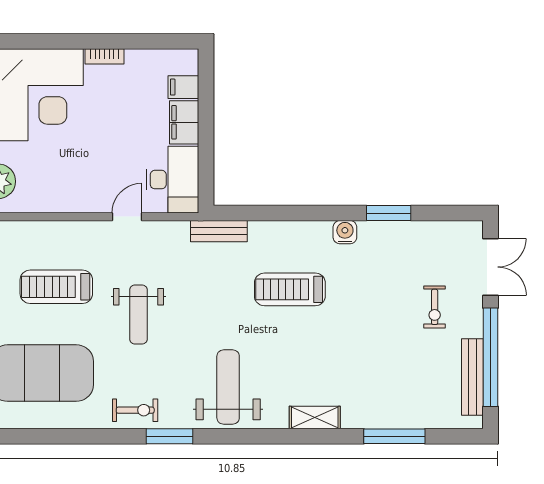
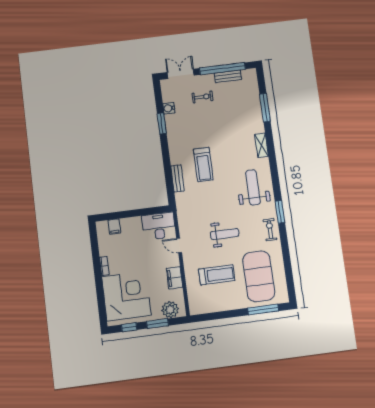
filing cabinet: (184, 122) -> (174, 278), moved, turned 90
bench: (219, 231) -> (177, 178), moved
water cooler: (345, 232) -> (169, 108), moved
treadmill: (56, 287) -> (217, 275), turned -90
bench: (472, 377) -> (228, 76), width x0.73
weight bench: (228, 387) -> (253, 187), turned 90

